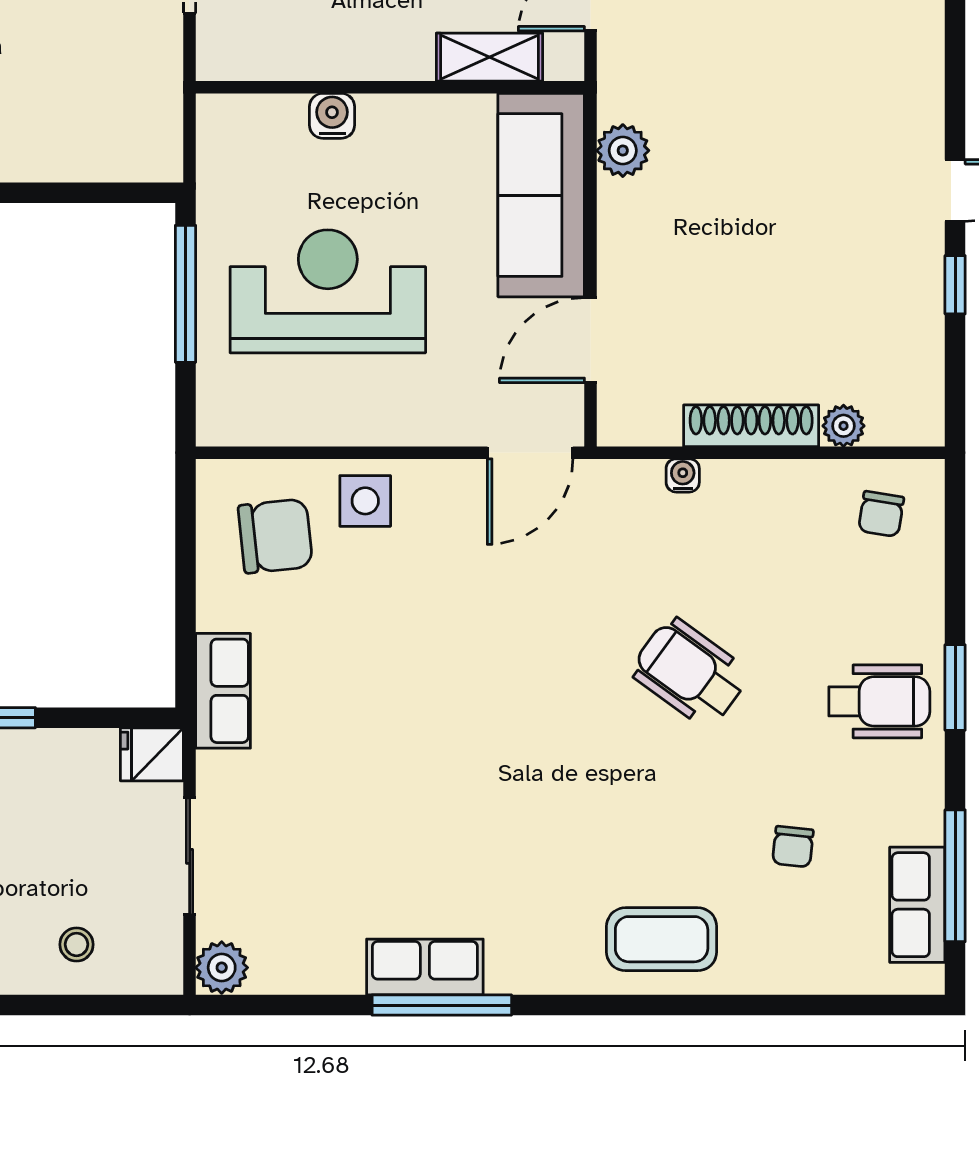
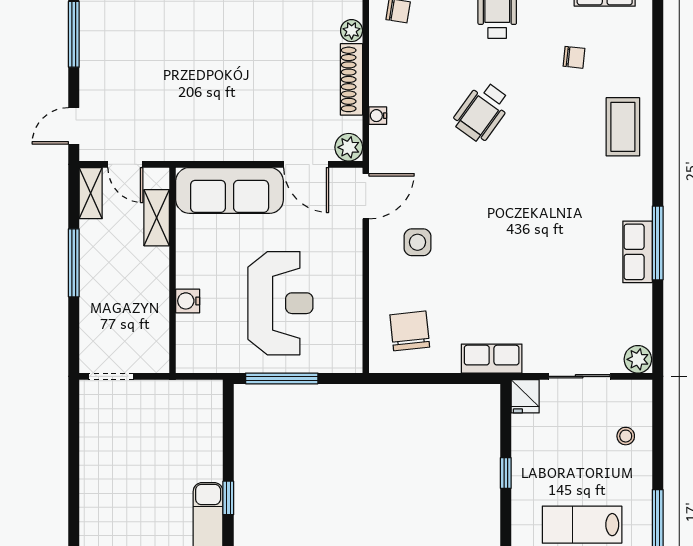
plant: (623, 151) -> (349, 147), moved
reception desk: (328, 291) -> (280, 303), turned 180
door: (530, 453) -> (366, 196), hinge flipped
side table: (365, 501) -> (417, 242), moved

